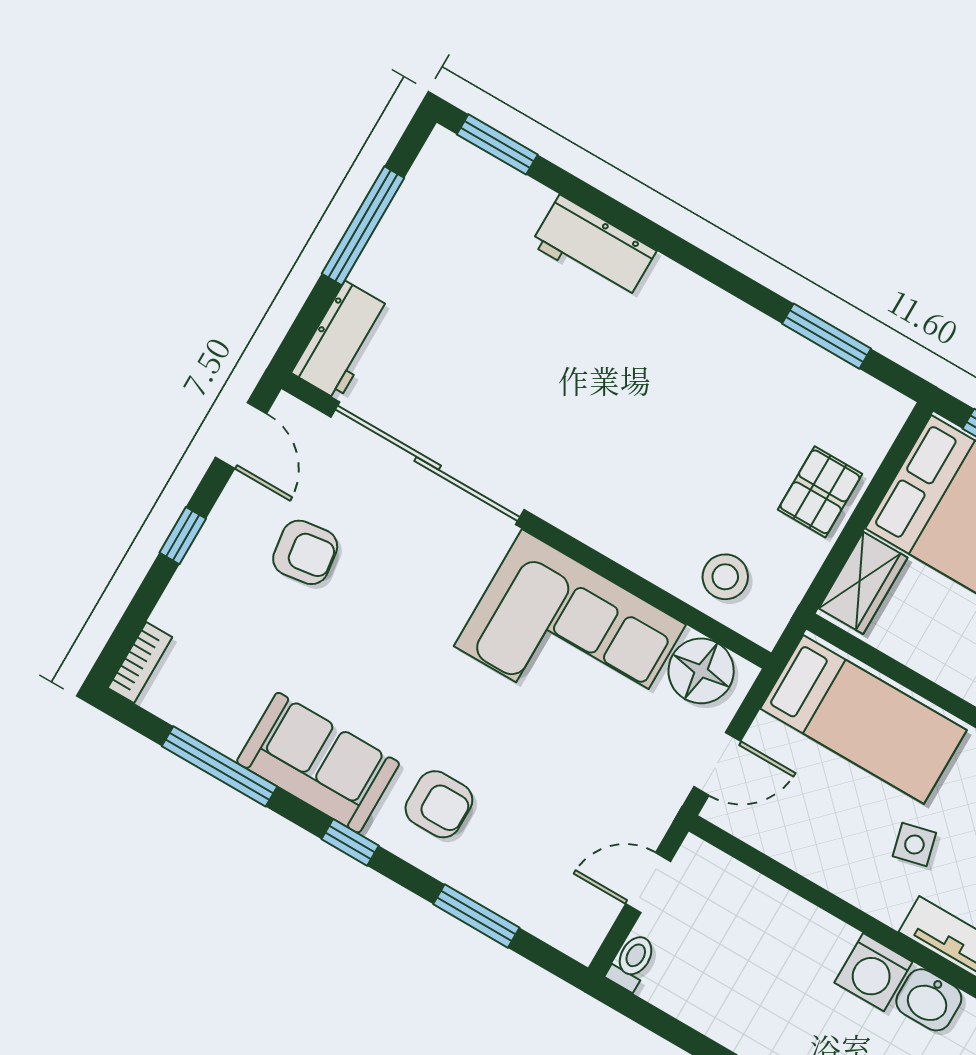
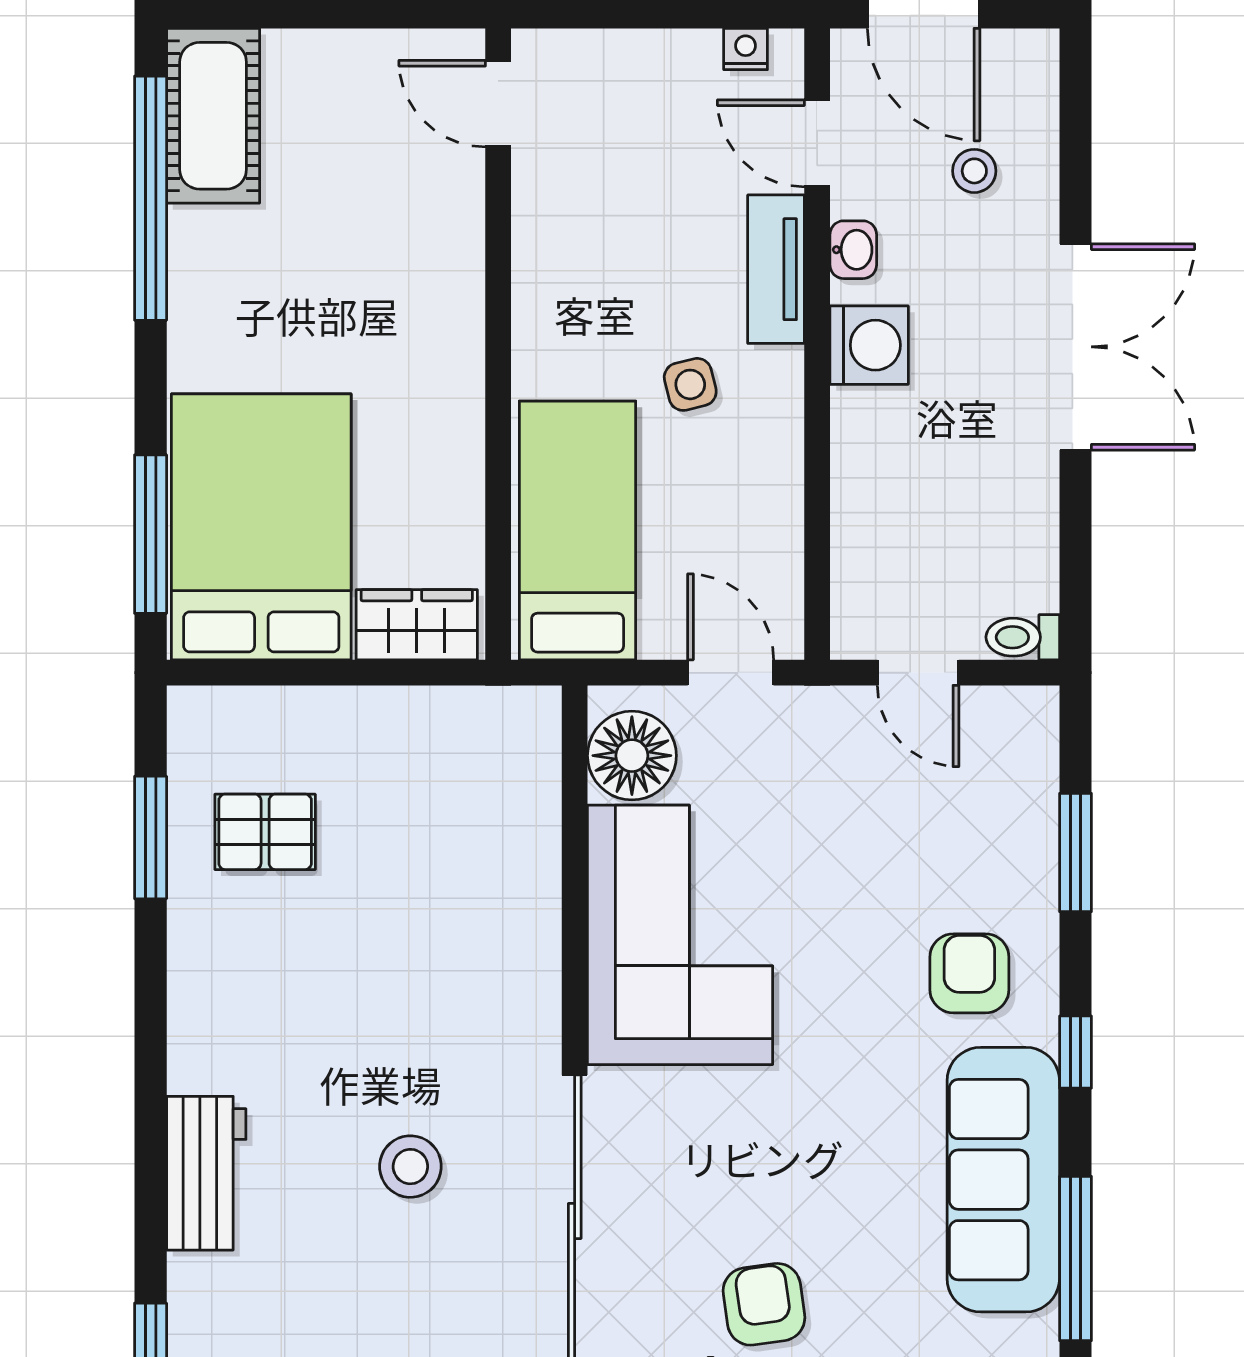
pallet: (820, 492) -> (265, 832), moved
stool: (725, 577) -> (410, 1167), moved
sofa: (318, 763) -> (1003, 1180), width x1.36
washbasin: (929, 1000) -> (853, 250), width x0.72, depth x0.69

